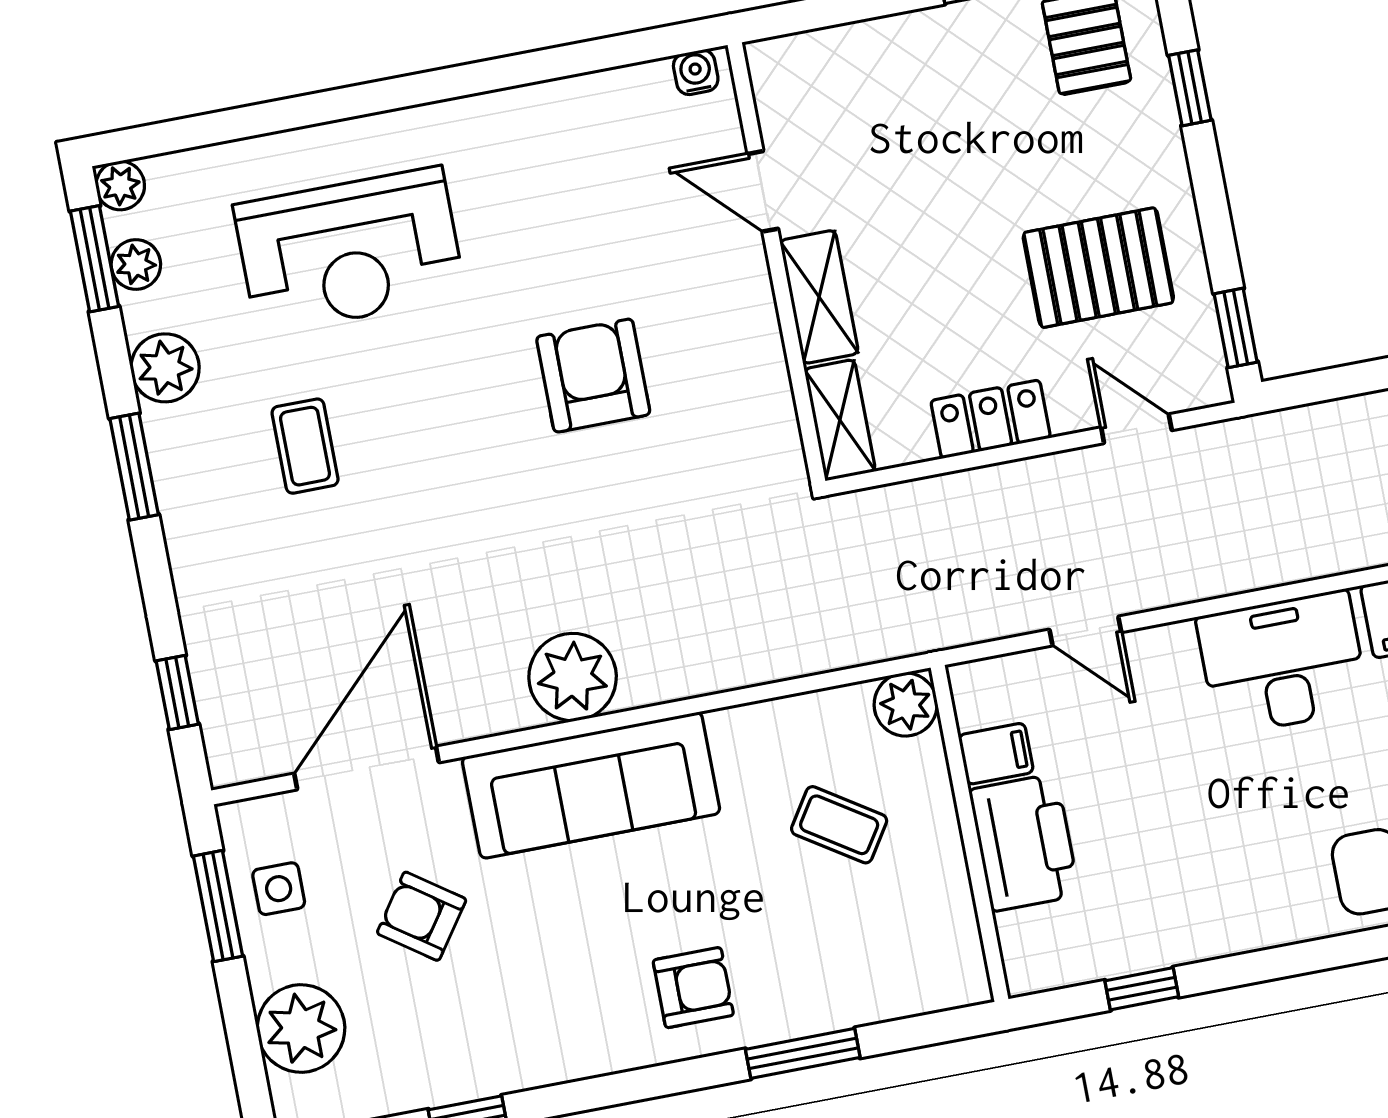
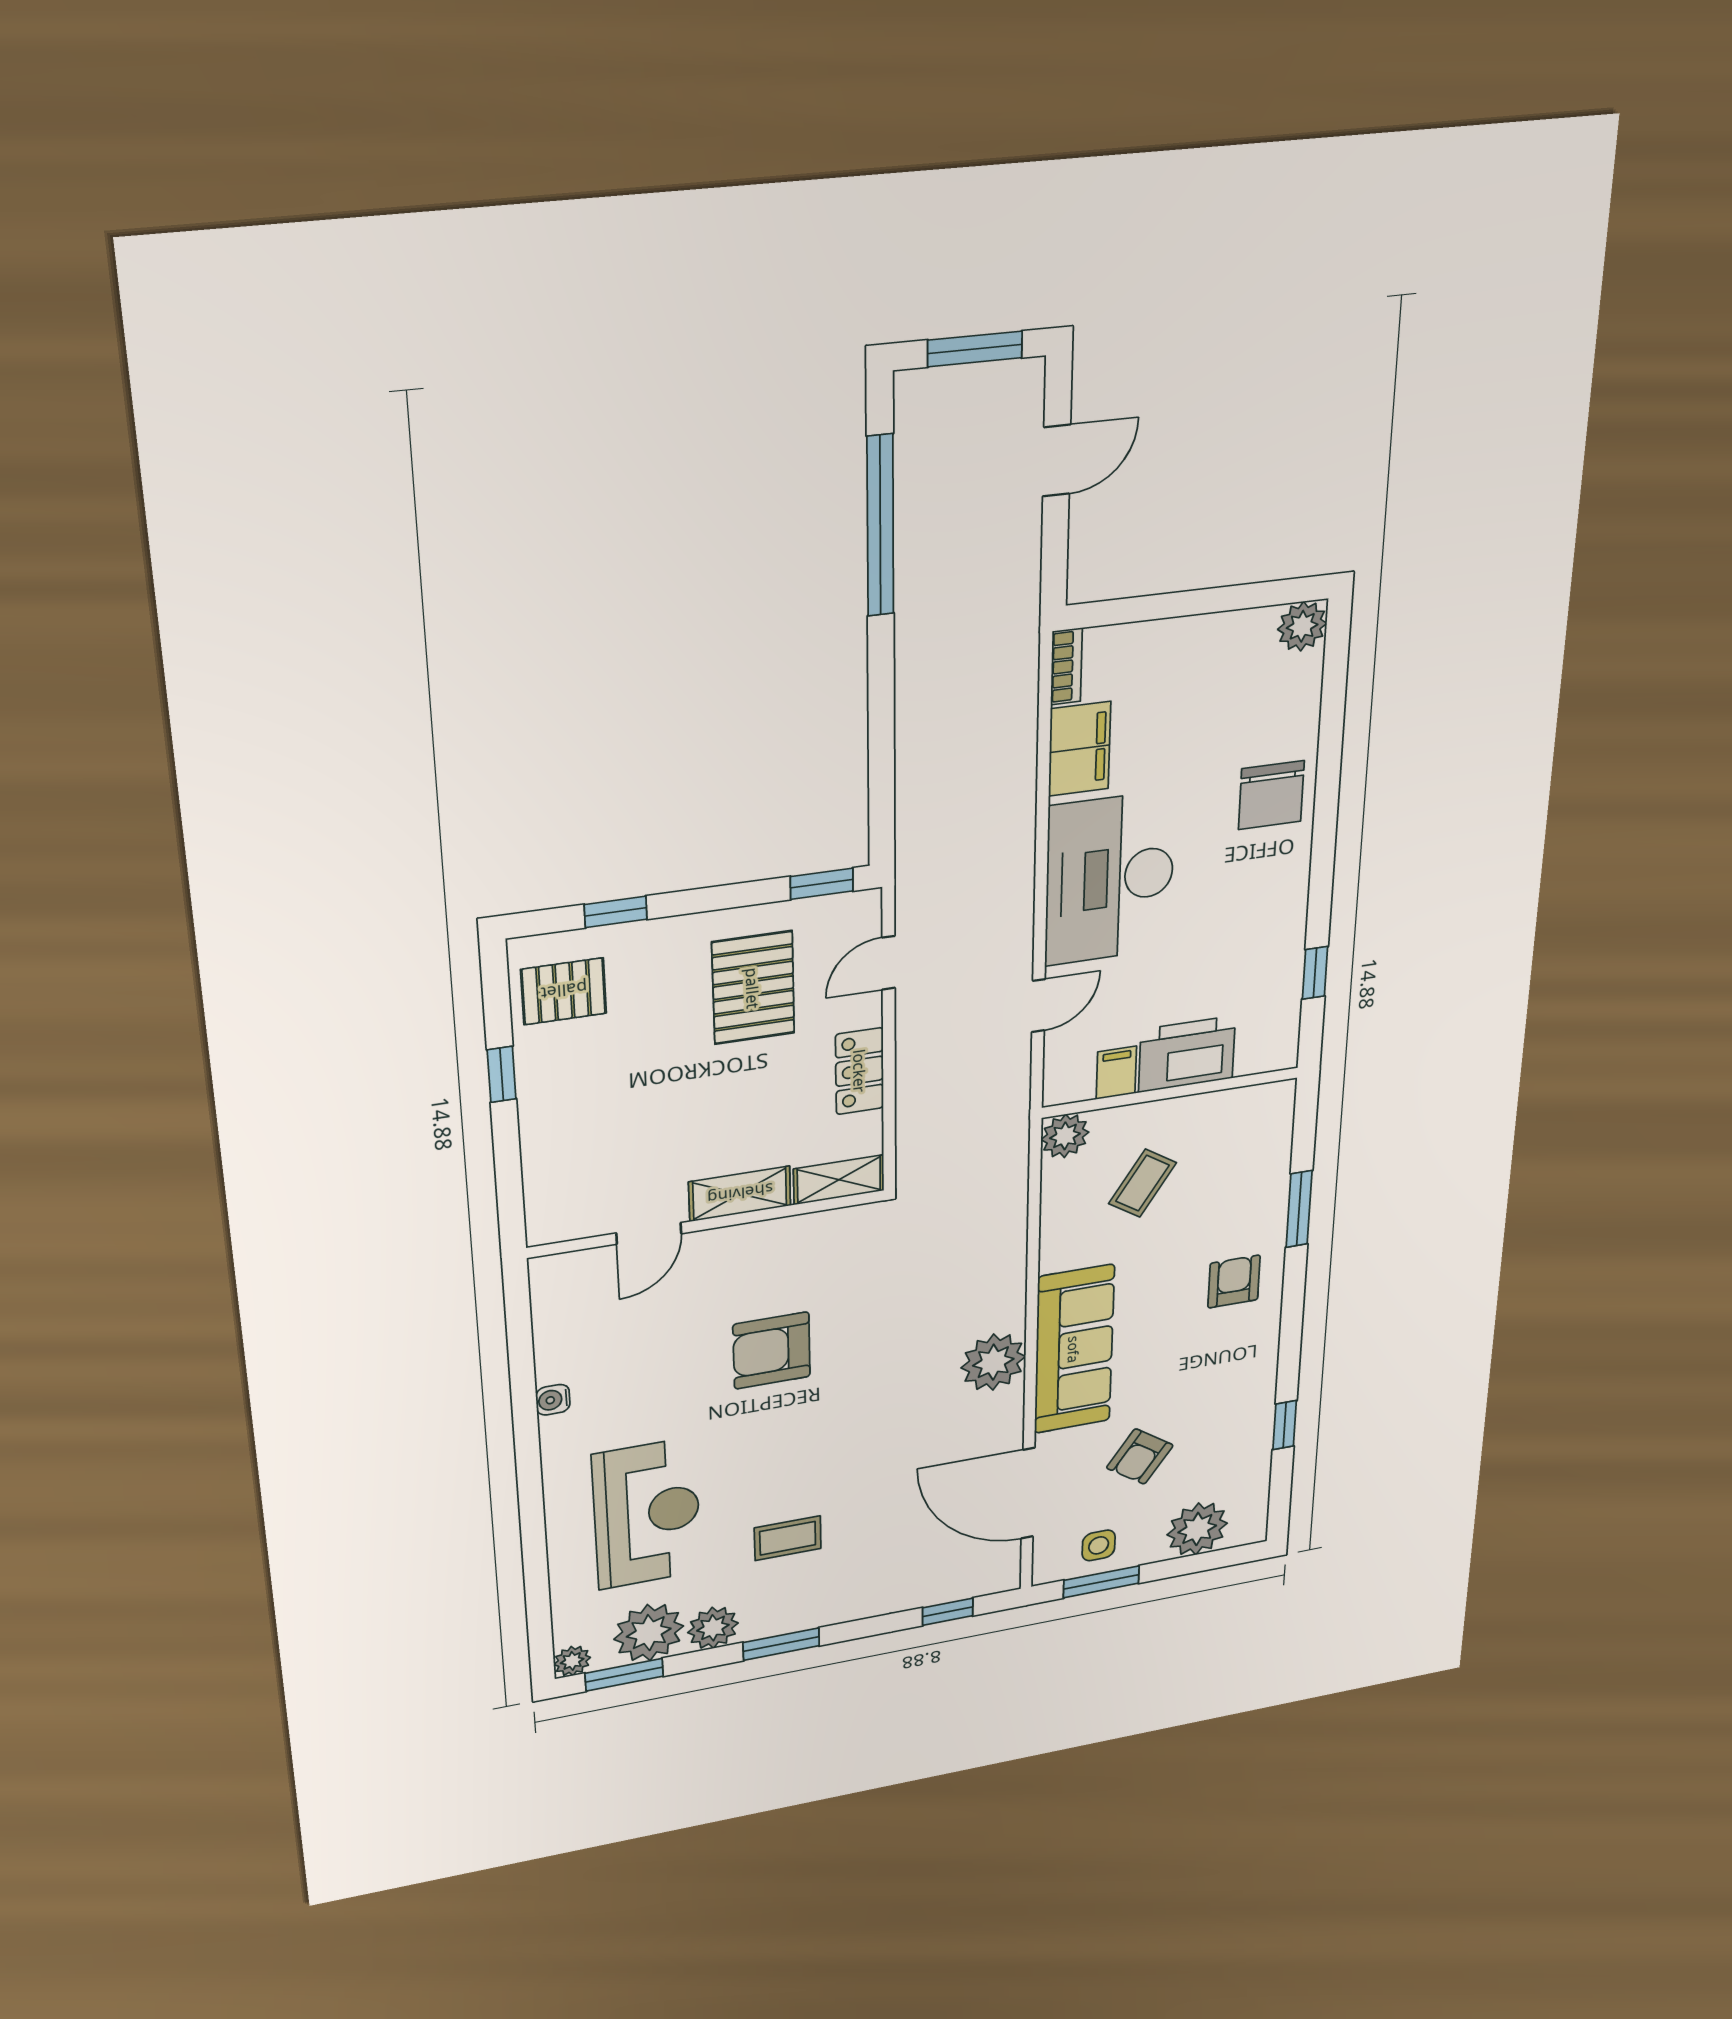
water cooler: (696, 72) -> (553, 1400), moved
plant: (136, 264) -> (649, 1633), width x1.88, depth x1.88
desk: (1283, 663) -> (1110, 878), width x1.36, depth x1.30

